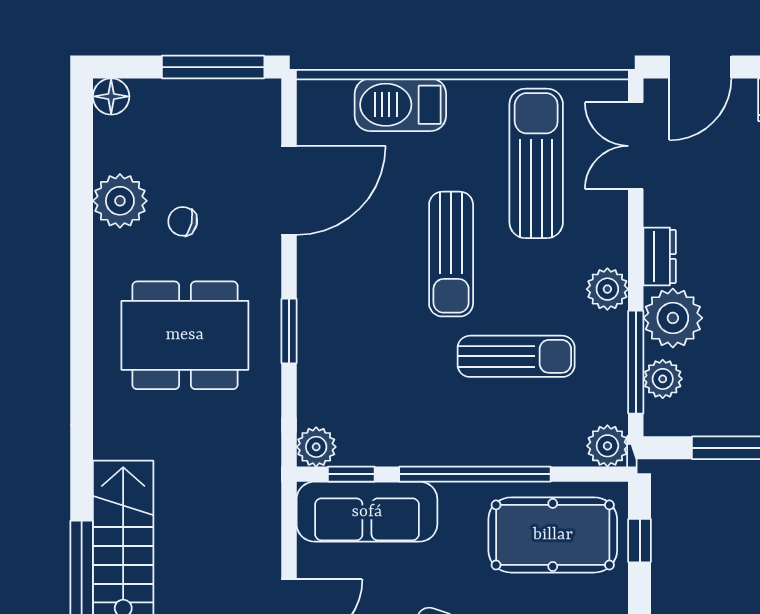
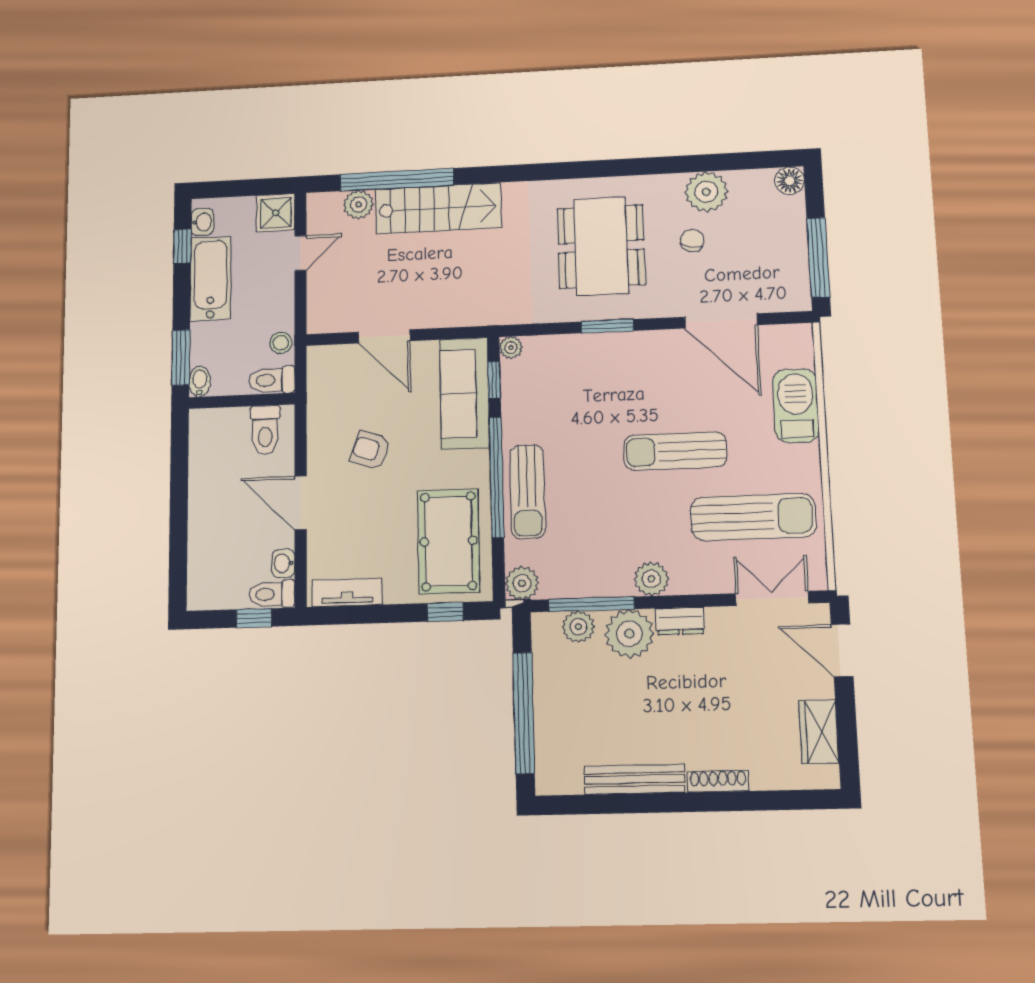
sun lounger: (516, 356) -> (527, 492), moved
plant: (316, 447) -> (511, 348), width x0.73, depth x0.73

